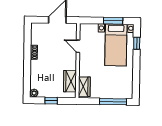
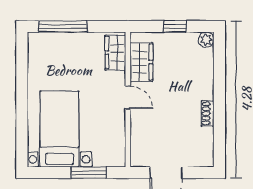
window: (113, 21) -> (89, 173), moved
window: (137, 43) -> (22, 133), removed
door: (78, 46) -> (128, 97), moved

